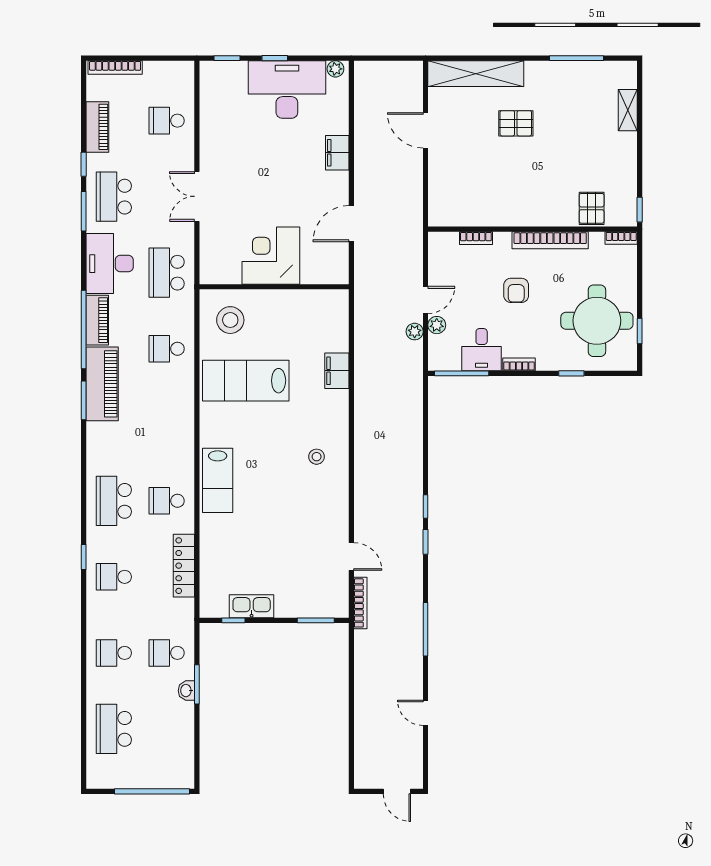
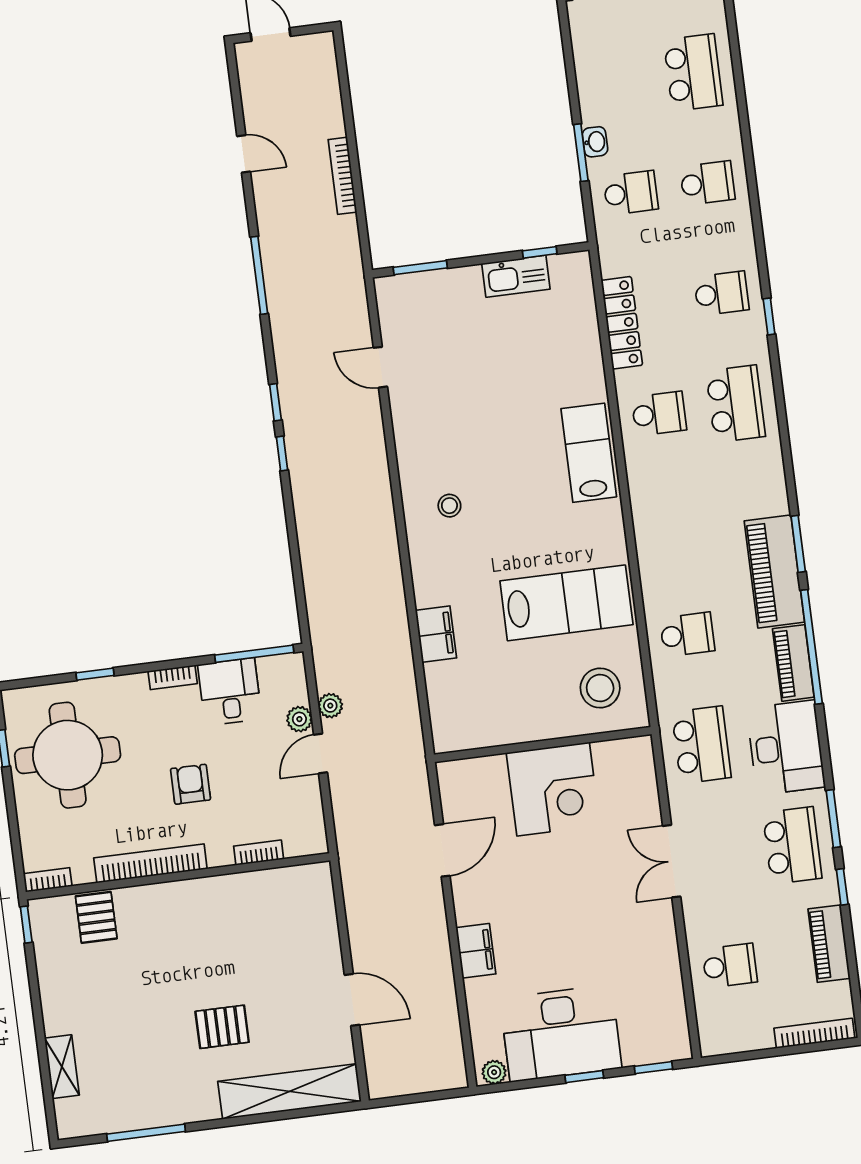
double door: (197, 196) -> (672, 861), swing flipped
bookcase: (360, 603) -> (342, 176), moved

